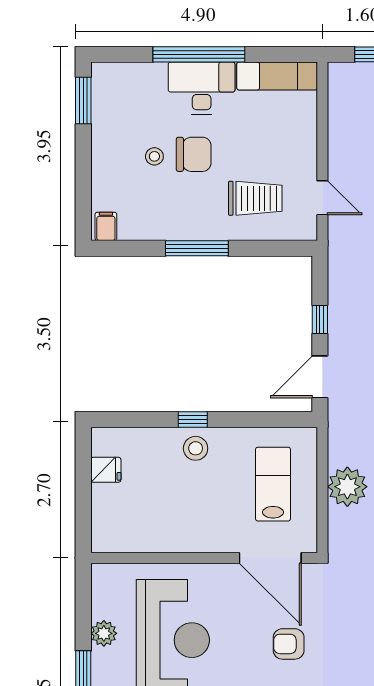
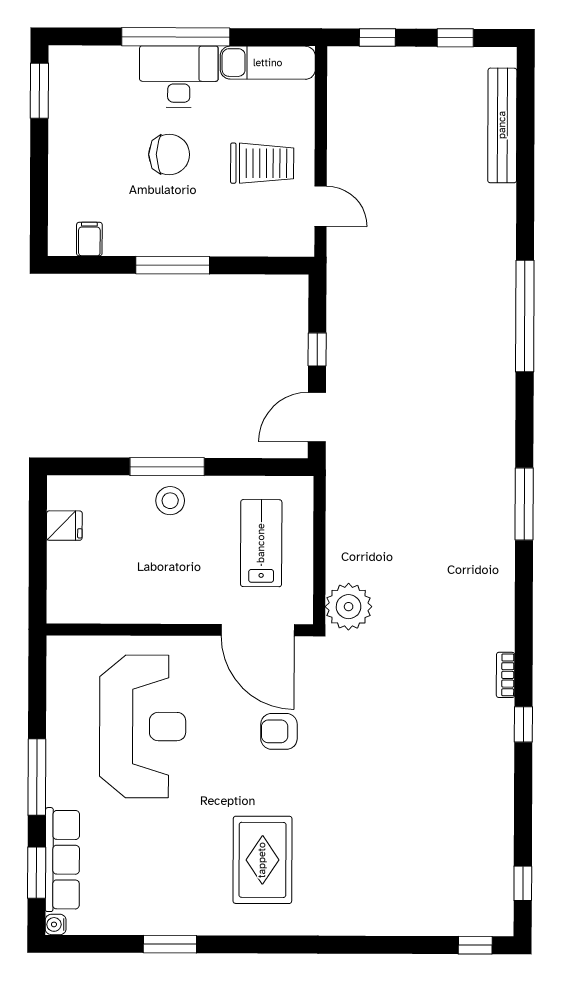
stool: (154, 156) -> (123, 157), removed
trolley: (255, 198) -> (262, 163), moved
filing cabinet: (106, 226) -> (89, 239), moved
window: (193, 419) -> (167, 467), width x2.17
plant: (347, 487) -> (349, 607), moved
plant: (104, 633) -> (61, 718), removed

